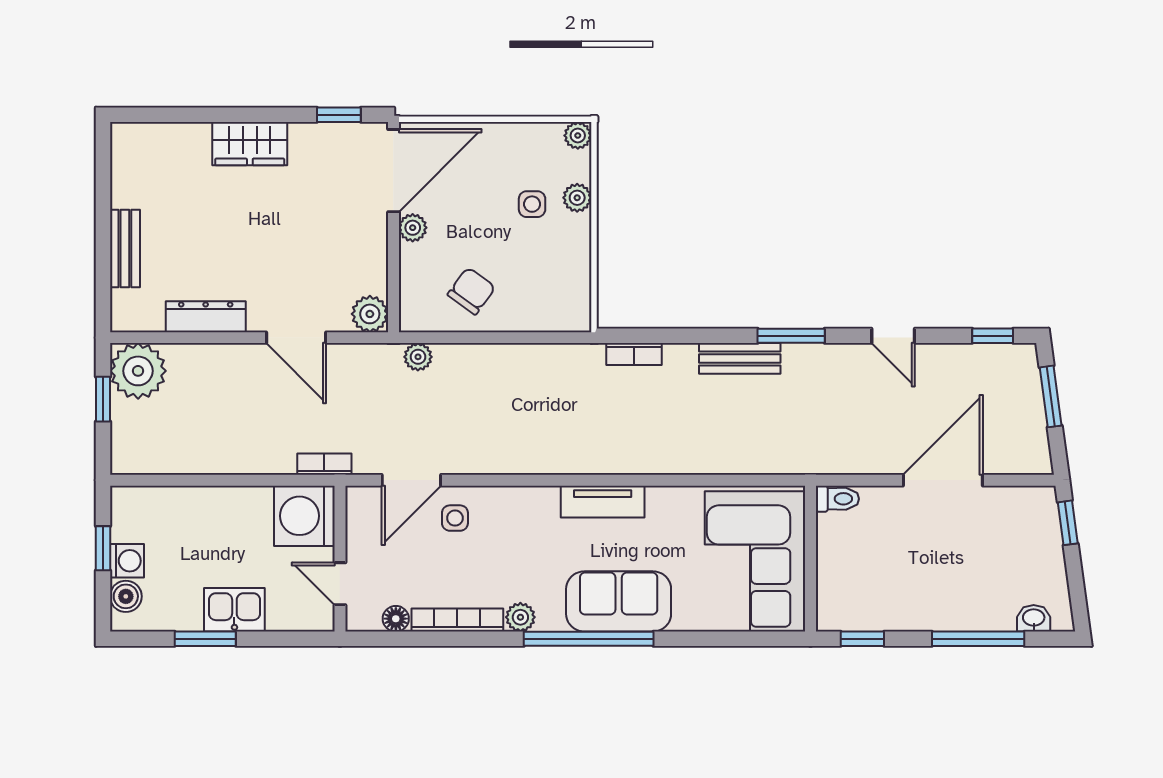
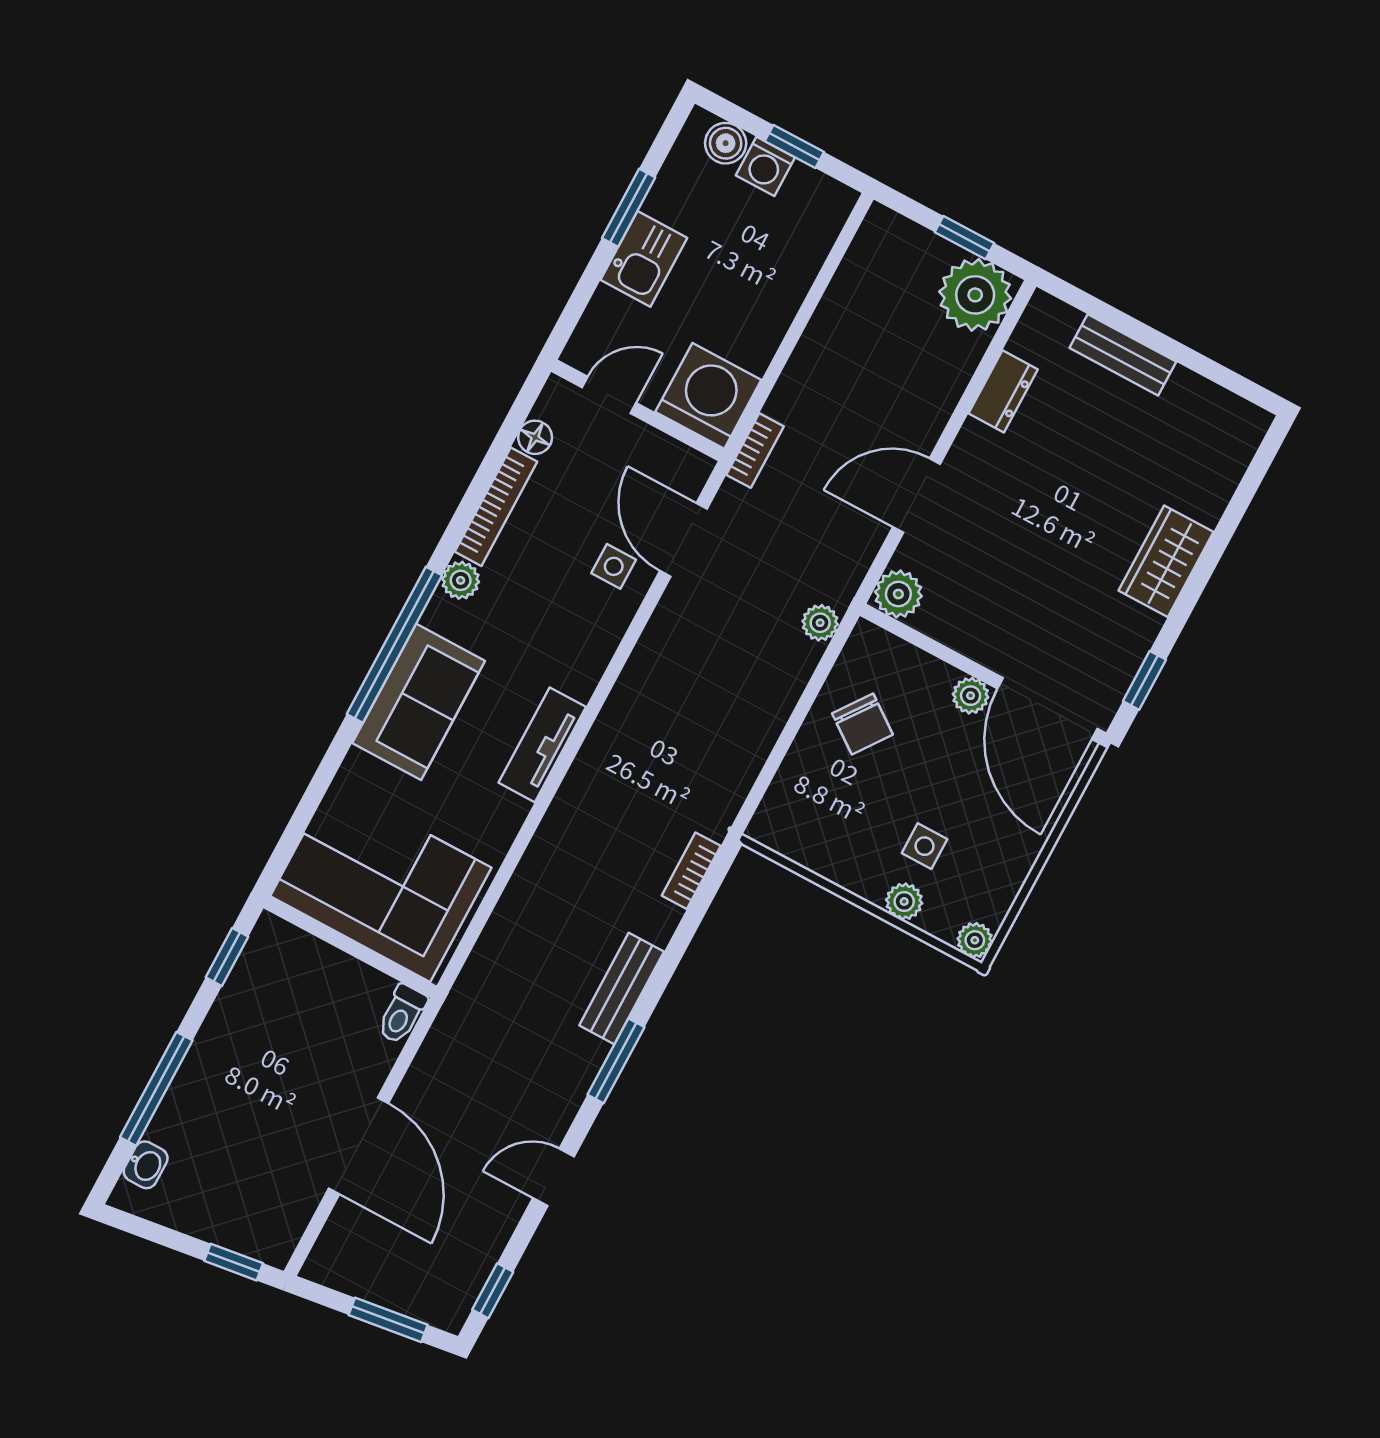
dresser: (206, 317) -> (1003, 391), width x0.70

